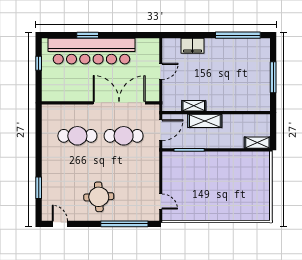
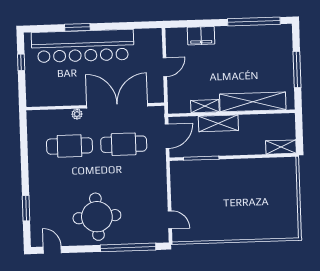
shelving: (235, 104) -> (253, 102), added
plant: (85, 109) -> (77, 114), added
round table: (99, 197) -> (97, 217), width x1.36, depth x1.36

